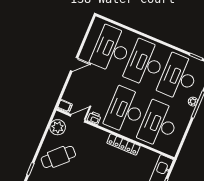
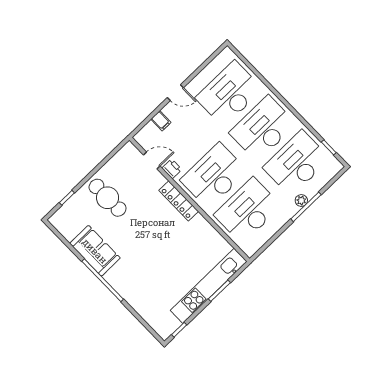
filing cabinet: (65, 106) -> (161, 121), moved
plant: (58, 127) -> (122, 161), removed
locker: (123, 144) -> (179, 201), moved
cafe table: (58, 157) -> (108, 198), turned 44

